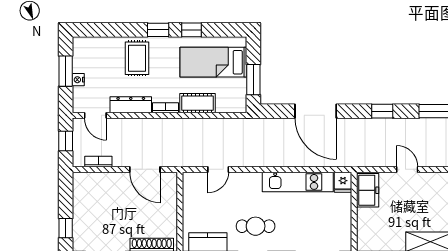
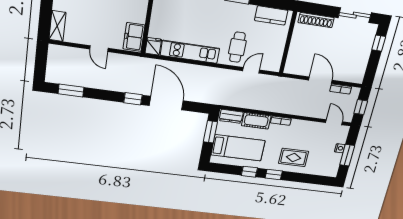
rug: (137, 58) -> (294, 157), turned 90
dresser: (131, 105) -> (231, 116), moved, width x0.70
window: (382, 111) -> (133, 99), moved
door: (145, 169) -> (320, 80), moved
cafe table: (256, 226) -> (237, 47), moved, turned 90

